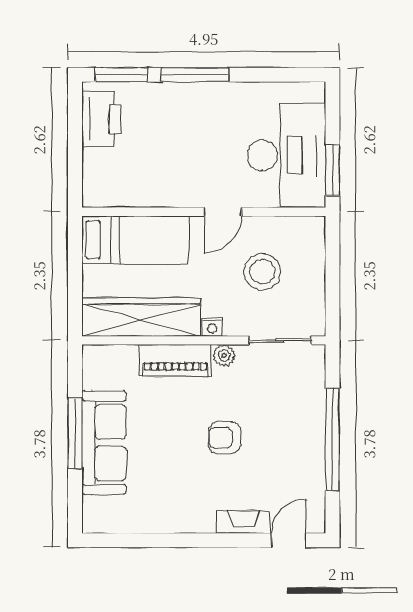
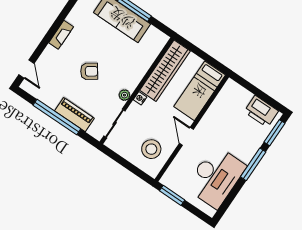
desk: (286, 155) -> (216, 177), moved, turned -90
stool: (262, 272) -> (151, 149), moved
piano: (175, 360) -> (74, 115), moved, turned 90
armchair: (224, 438) -> (89, 71), turned 55
fireplace: (244, 522) -> (61, 35), moved

